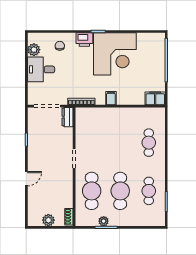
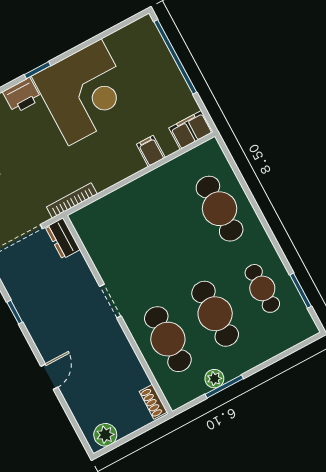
filing cabinet: (111, 98) -> (151, 151), moved
cafe table: (149, 143) -> (220, 209), width x1.37, depth x1.35
plant: (48, 220) -> (105, 435), moved

